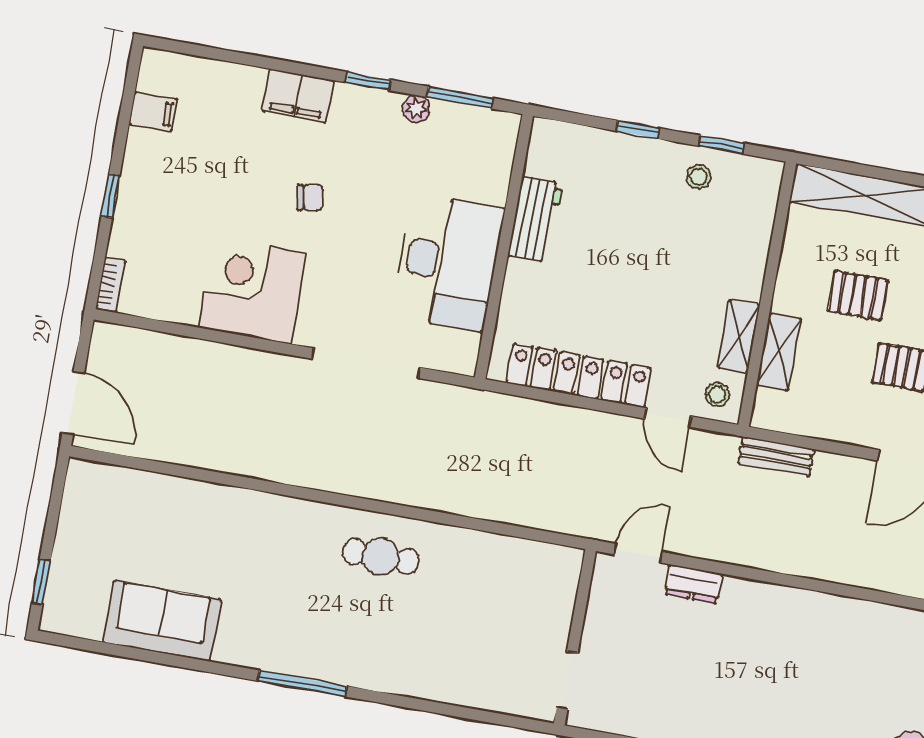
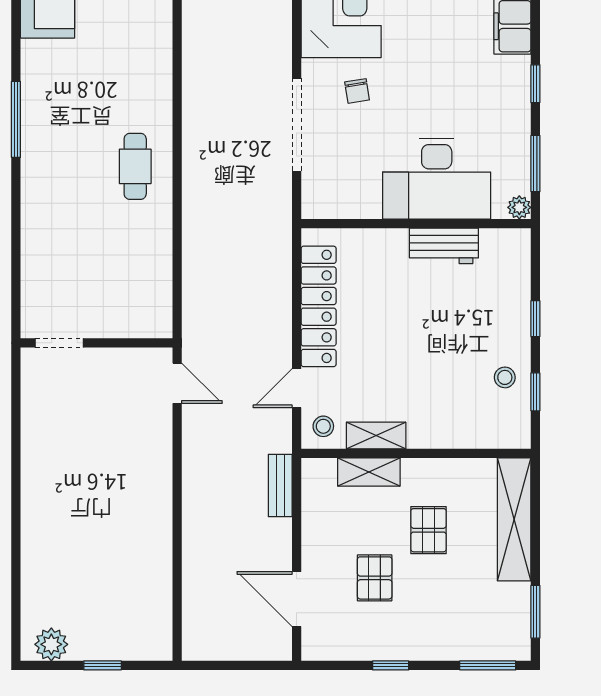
plant: (416, 109) -> (519, 207), moved
chair: (310, 197) -> (357, 91), moved
desk: (448, 262) -> (437, 179), moved
dresser: (693, 584) -> (160, 435), removed

